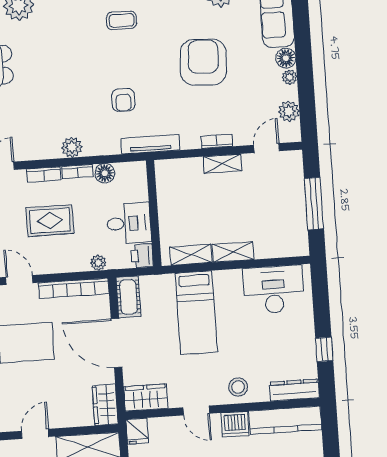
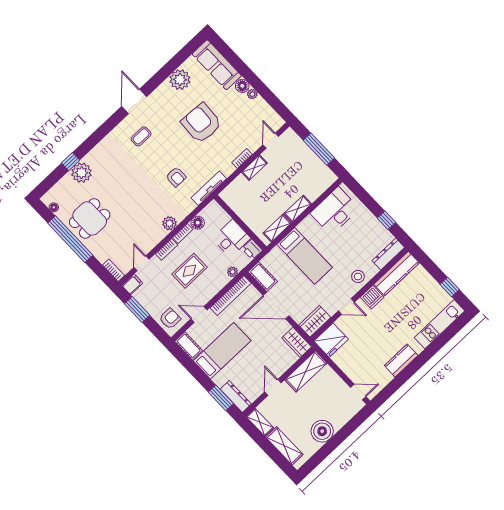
plant: (289, 111) -> (267, 112), removed
fridge: (137, 431) -> (331, 340), width x1.88, depth x1.34

